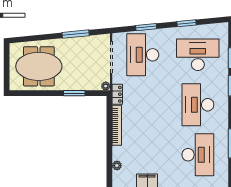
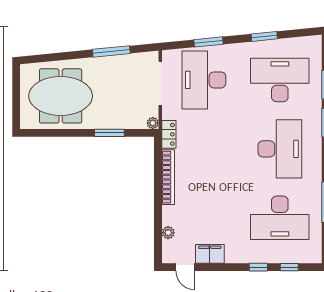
desk: (198, 105) -> (280, 149), turned 180
desk: (198, 155) -> (280, 218), turned 90

